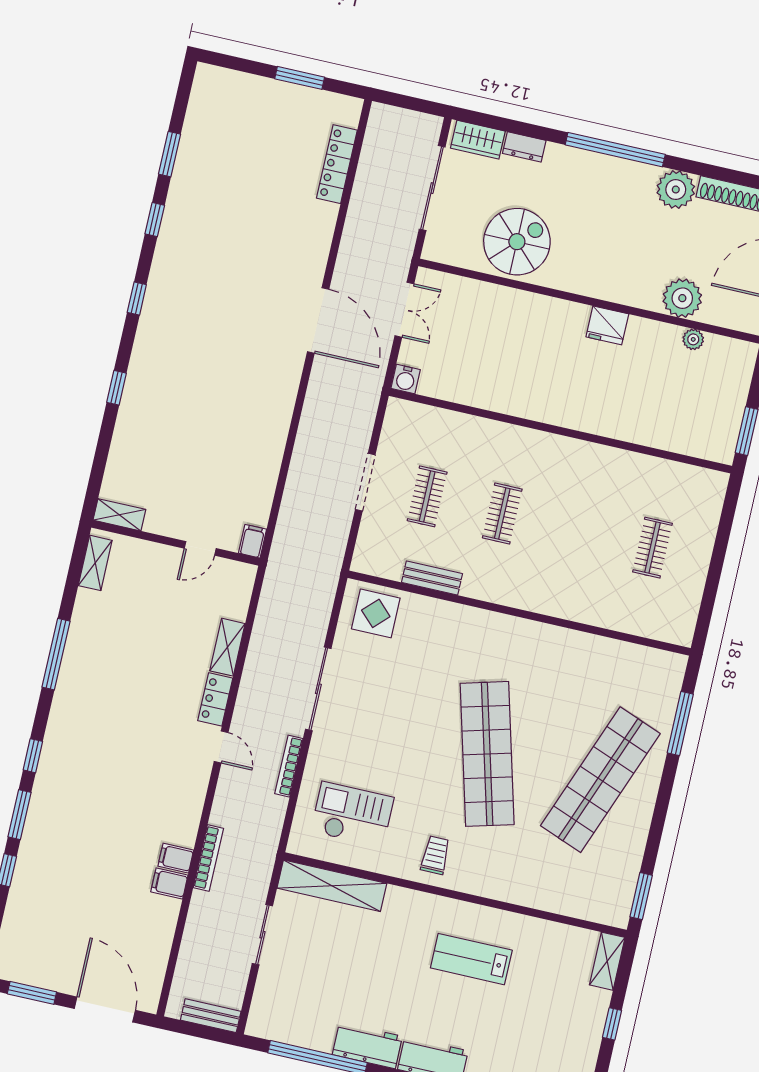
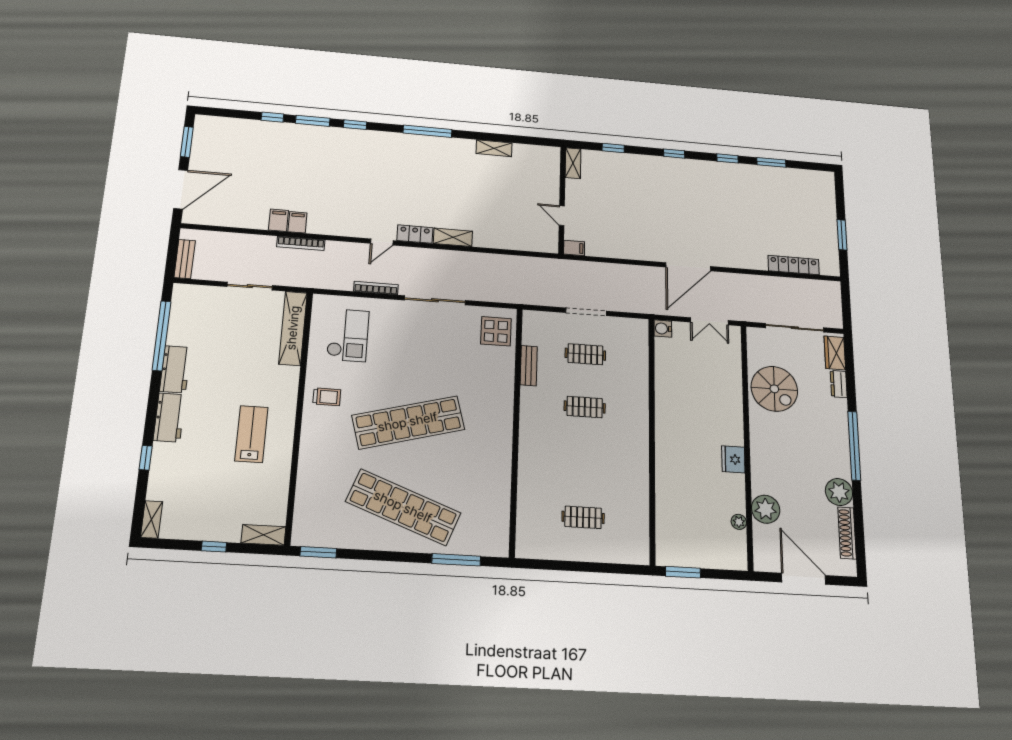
shelving: (119, 515) -> (573, 163), moved
filing cabinet: (253, 541) -> (574, 248), moved
wall: (176, 543) -> (562, 200), moved
door: (200, 548) -> (562, 216), moved

